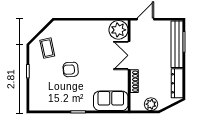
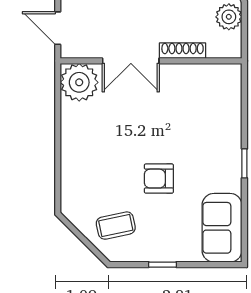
armchair: (71, 69) -> (159, 179), turned 94
sofa: (111, 101) -> (222, 228), moved

